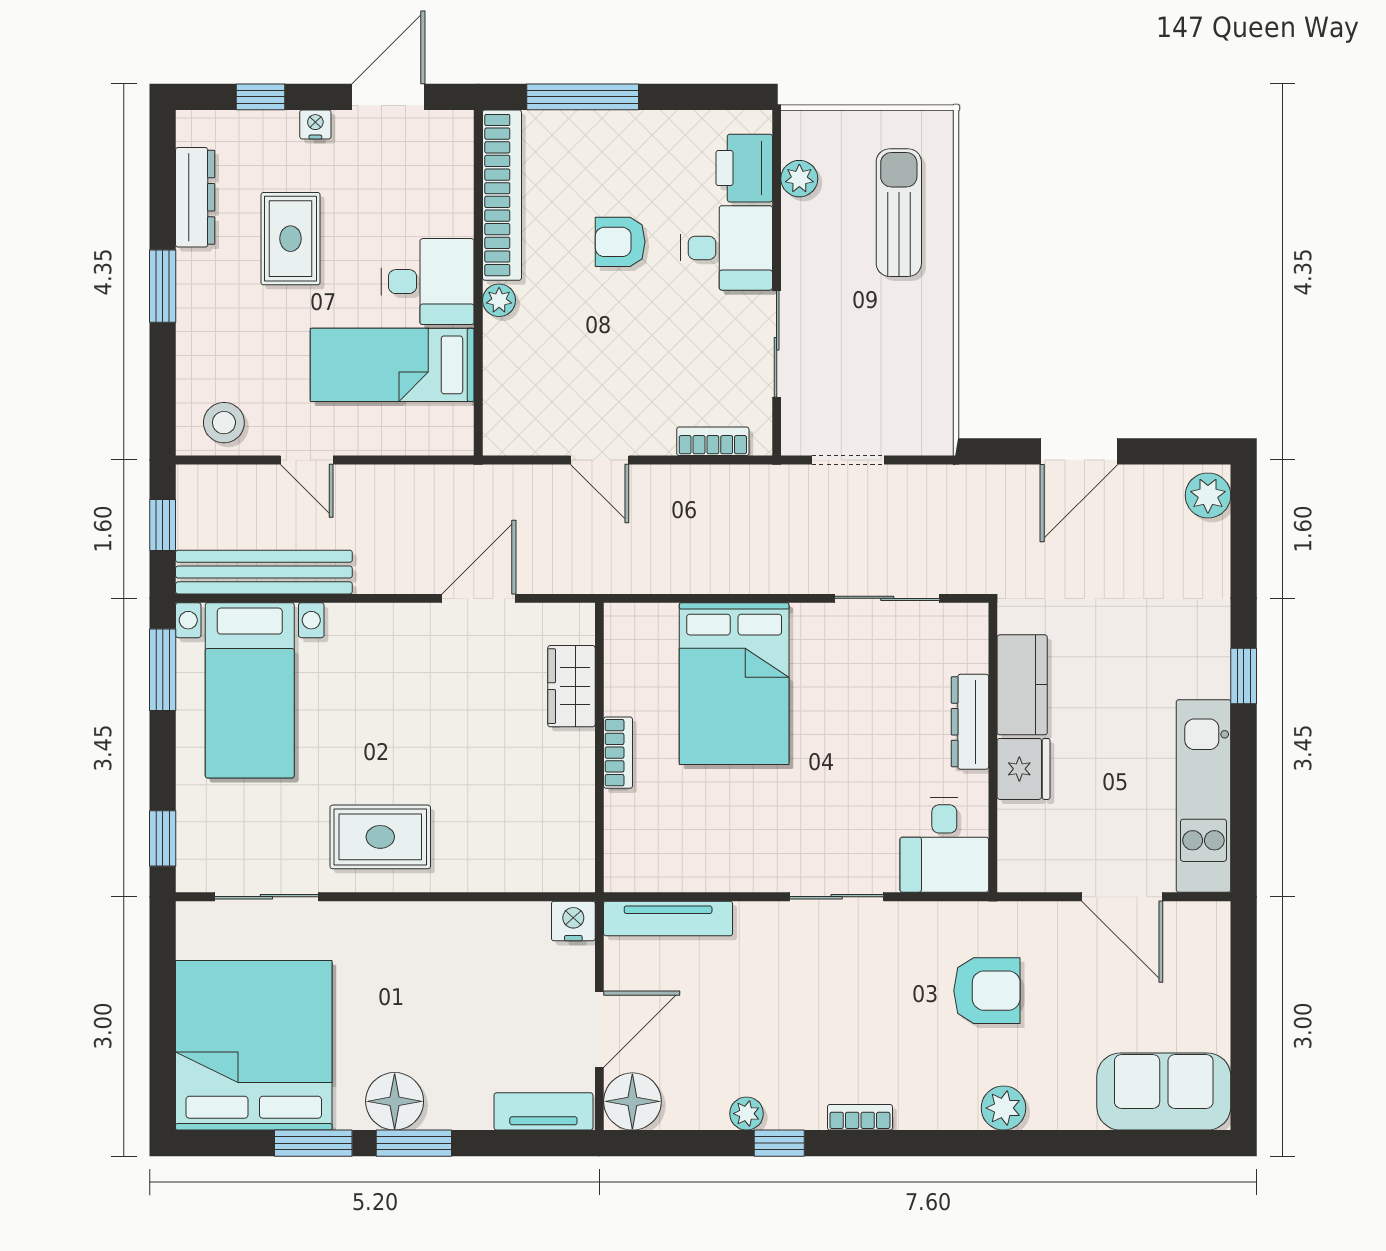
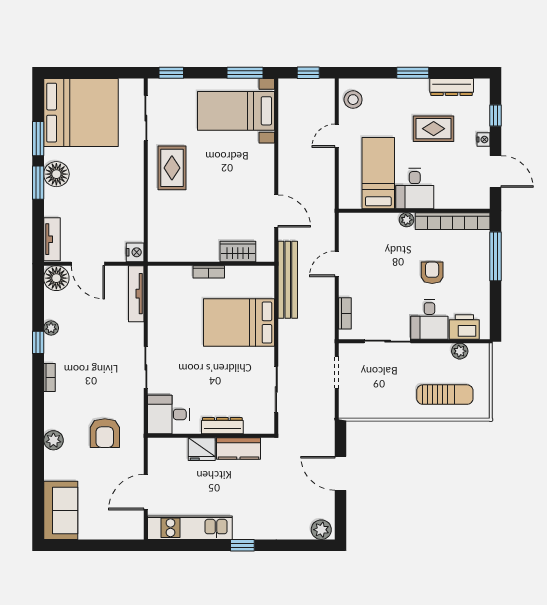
bench: (264, 572) -> (288, 280), moved

